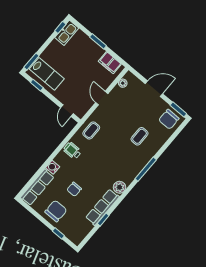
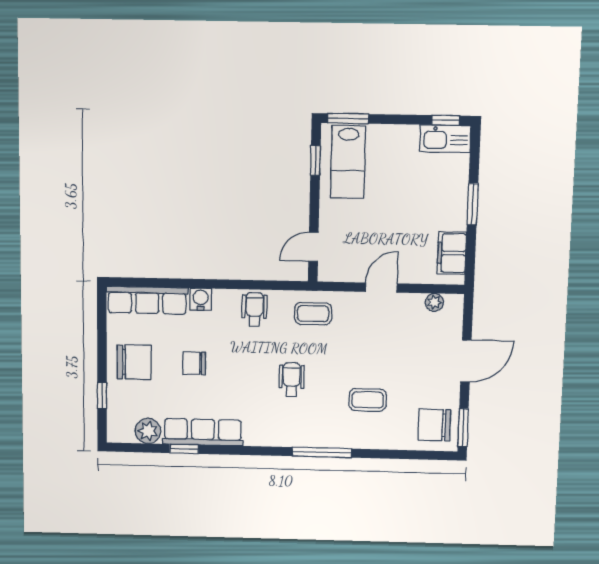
door: (154, 89) -> (466, 361), hinge flipped
wheelchair: (109, 158) -> (292, 379), added
plant: (120, 187) -> (148, 431), moved

